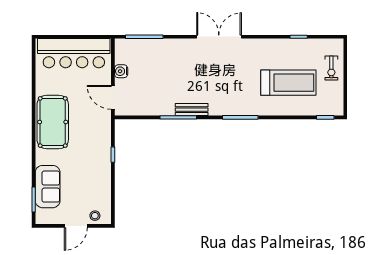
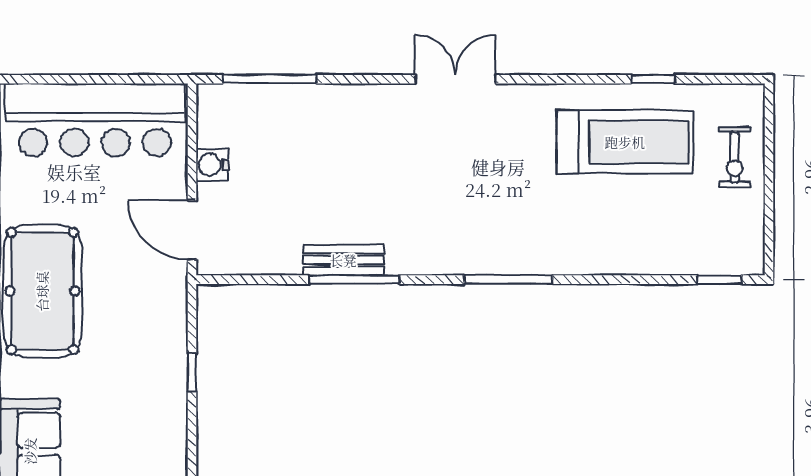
double door: (219, 37) -> (455, 79), width x0.73
treadmill: (288, 83) -> (625, 142), moved
bench: (192, 110) -> (343, 260), moved

